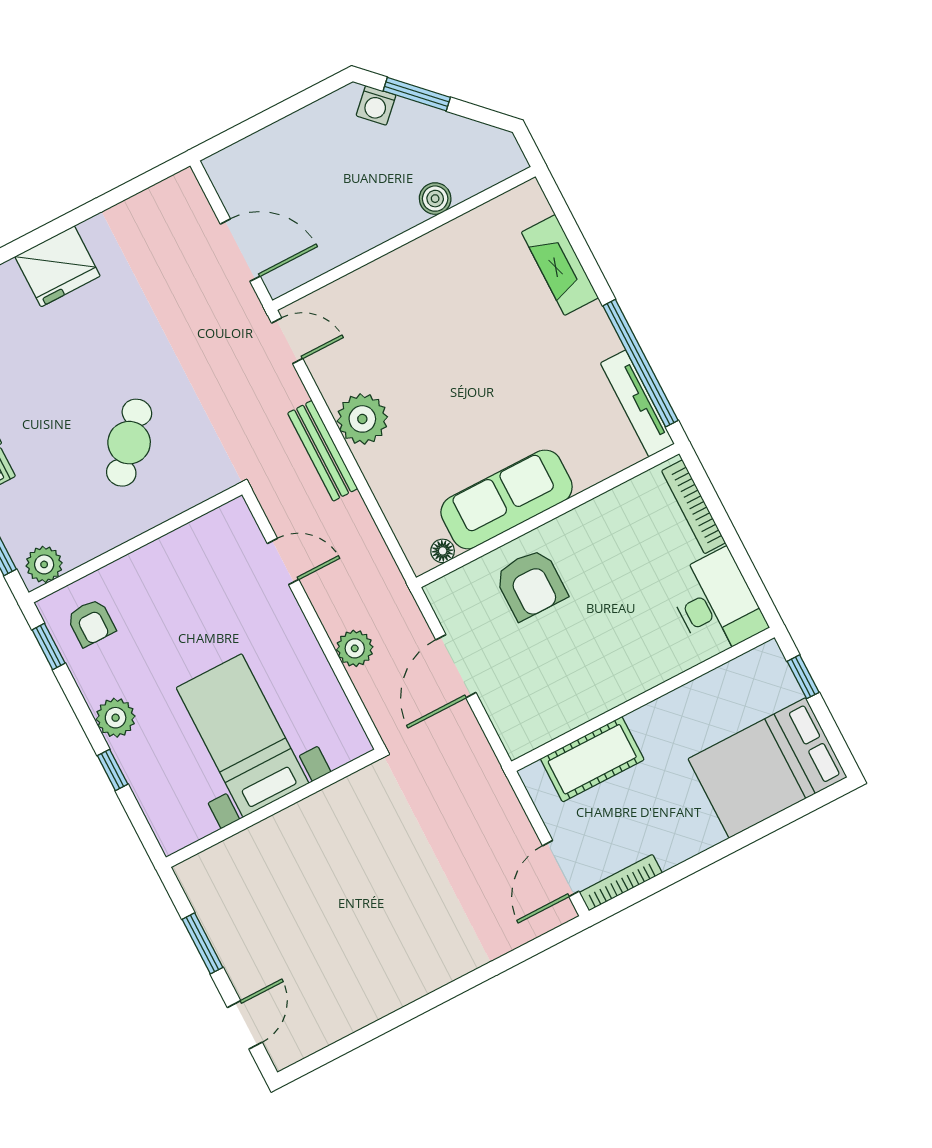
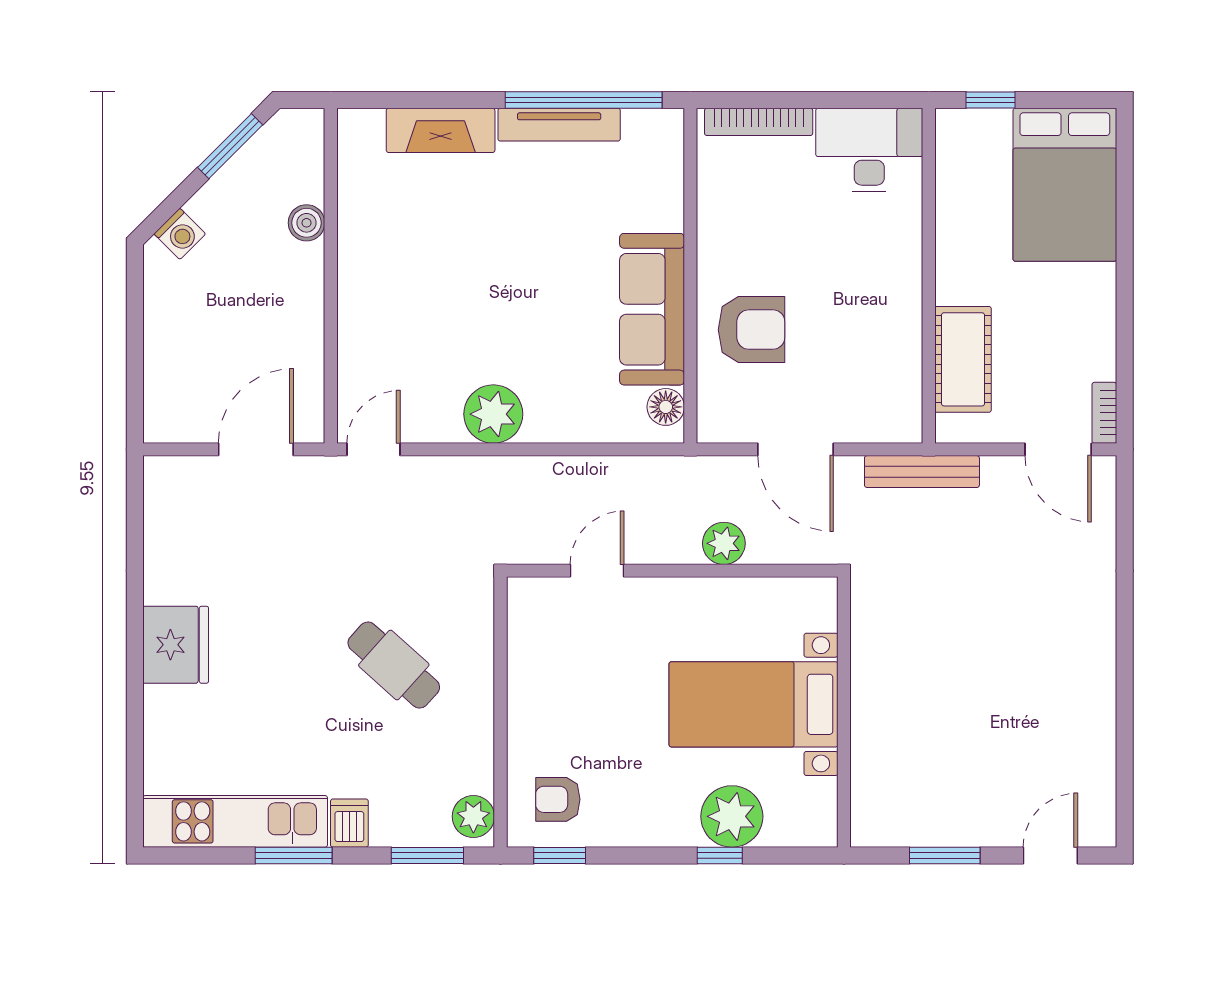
window: (417, 94) -> (230, 146), moved
tv unit: (637, 403) -> (559, 125), moved
bench: (323, 451) -> (922, 472), moved
floor lamp: (443, 551) -> (666, 407), width x1.37, depth x1.37
armchair: (91, 623) -> (558, 799), turned 180
plant: (116, 718) -> (732, 816), moved, width x1.36, depth x1.36
bookcase: (621, 883) -> (1104, 413), width x0.64
door: (245, 1025) -> (1050, 855), hinge flipped

